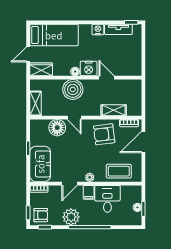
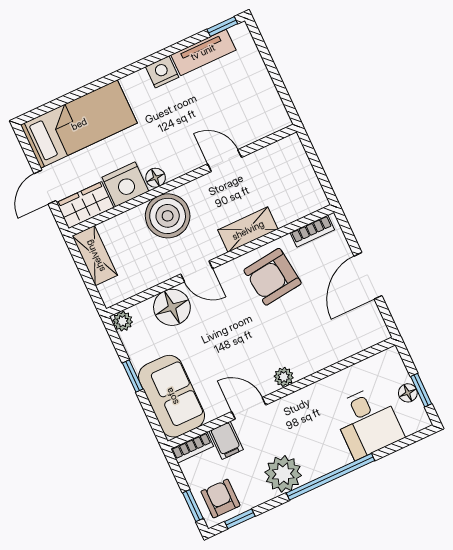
nightstand: (89, 68) -> (125, 184), moved
shelving: (35, 103) -> (95, 256), moved
shelving: (114, 110) -> (248, 230), moved
plant: (34, 124) -> (123, 321), added
door: (143, 142) -> (368, 276), moved
coffee table: (119, 171) -> (336, 337), removed
door: (69, 184) -> (249, 408), swing flipped
filing cabinet: (89, 192) -> (226, 440), moved
desk: (107, 199) -> (368, 422), moved, turned 180
armchair: (41, 215) -> (220, 499), turned -90

